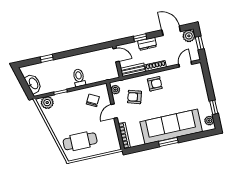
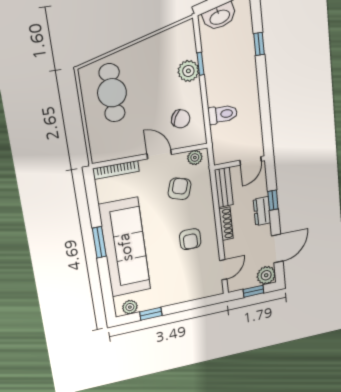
door: (185, 64) -> (223, 270), hinge flipped
toilet: (79, 78) -> (223, 114), moved
armchair: (155, 84) -> (190, 239), moved
plant: (47, 103) -> (188, 71), moved

